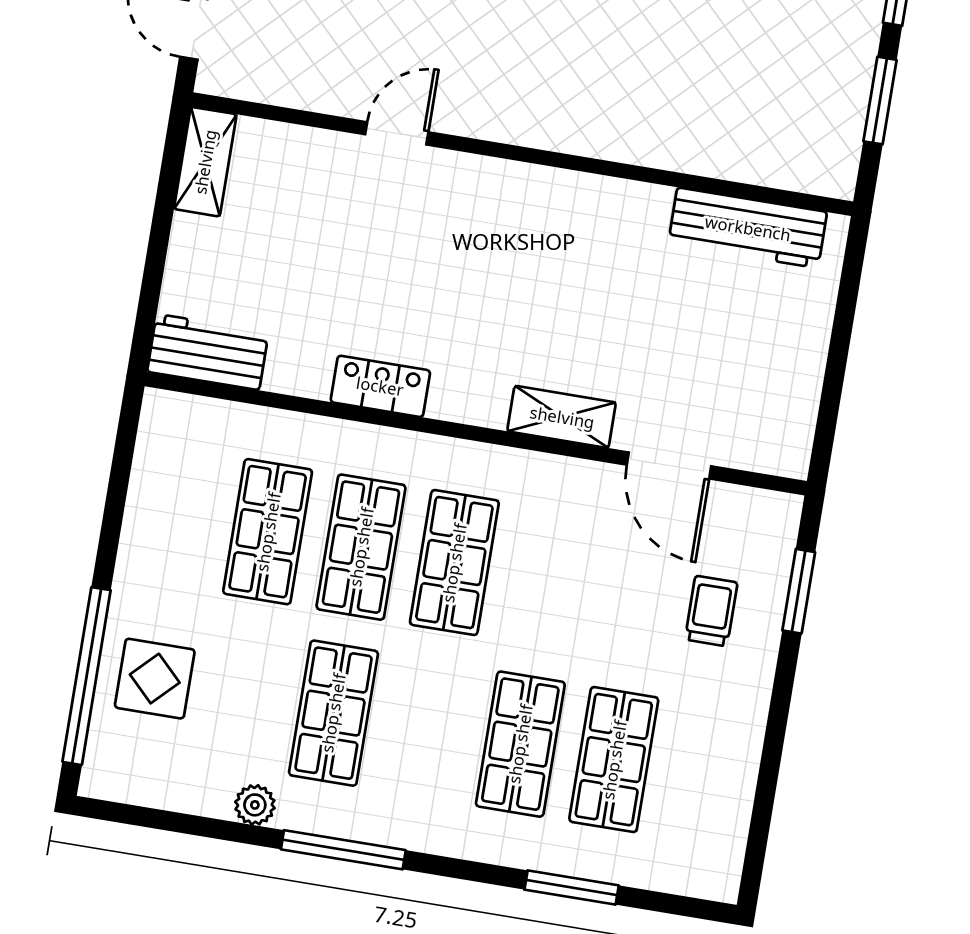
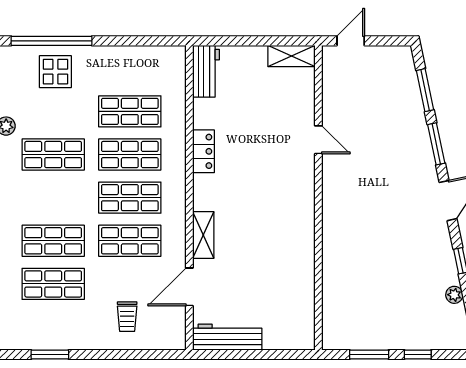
workbench: (748, 228) -> (227, 337), moved, turned 90
shop shelf: (548, 578) -> (130, 241), added
window: (799, 591) -> (50, 354), moved
trolley: (711, 611) -> (127, 317), turned 90

